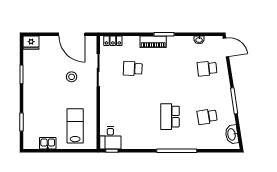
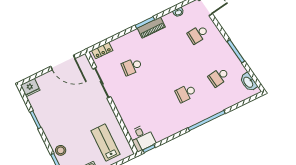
piano: (153, 42) -> (151, 28), moved
stool: (72, 77) -> (61, 150), moved
school desk: (170, 117) -> (186, 93), width x0.54

